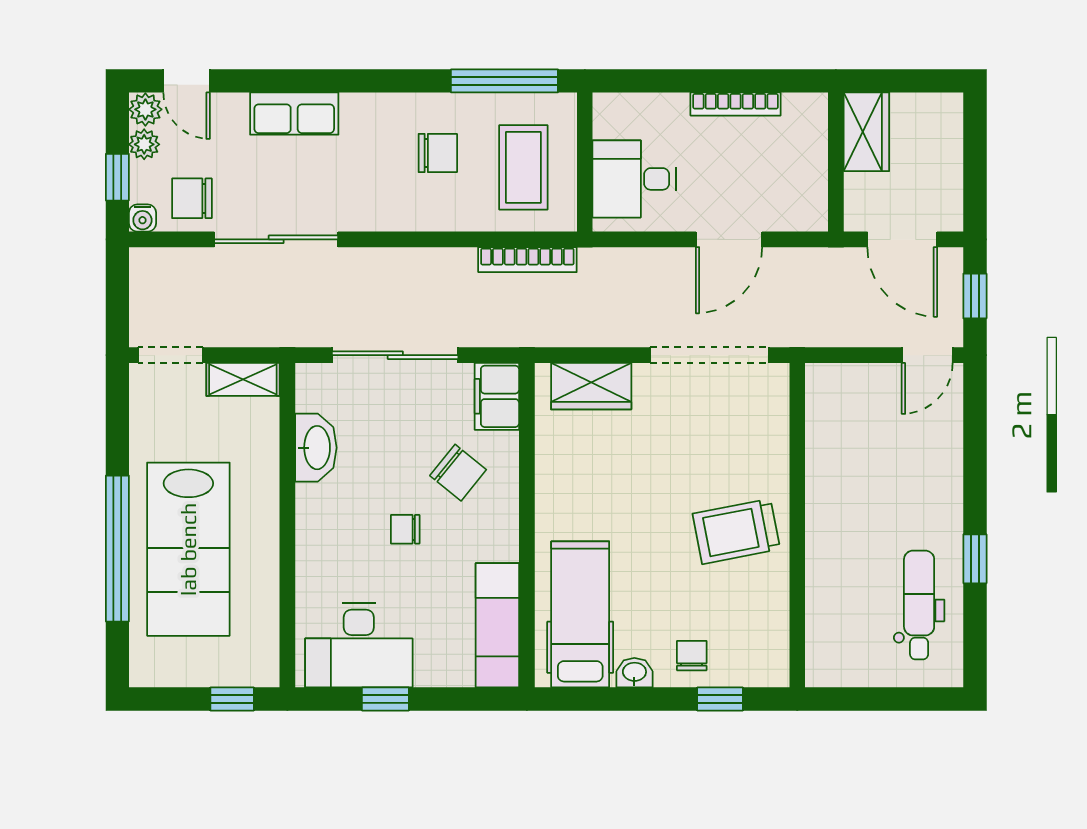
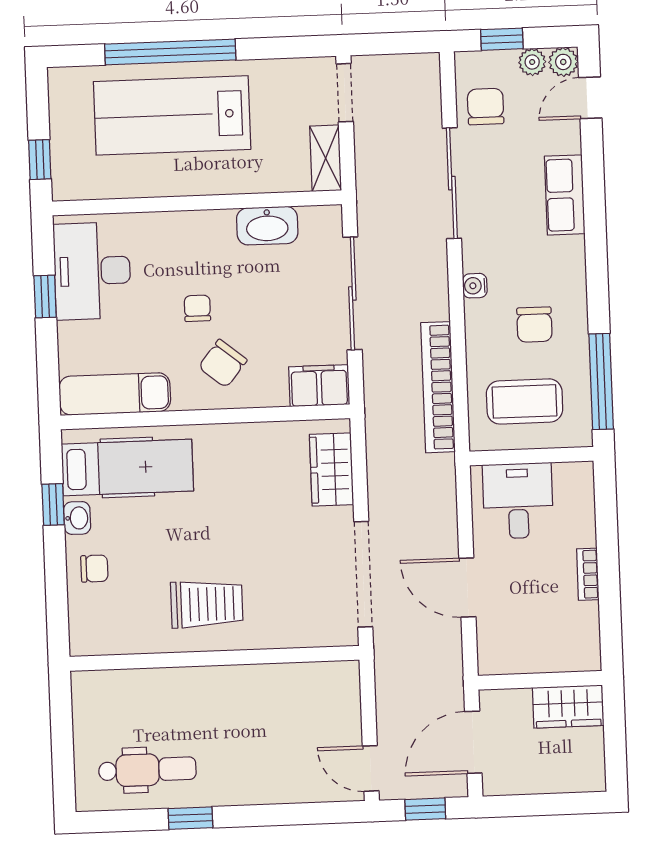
bookcase: (736, 104) -> (588, 574), width x0.64
water cooler: (142, 218) -> (475, 286), moved
bookcase: (527, 260) -> (438, 387), width x1.48, depth x1.31
chair: (458, 473) -> (223, 363), moved
trolley: (736, 531) -> (207, 604), turned 101
window: (720, 699) -> (53, 504), moved

